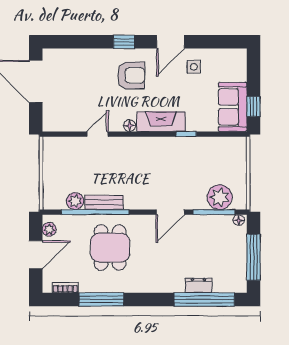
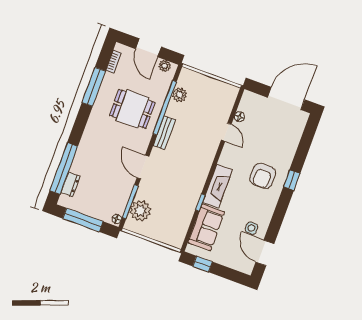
door: (171, 42) -> (265, 253), moved
sofa: (233, 107) -> (206, 227), moved, turned 90
floor lamp: (130, 126) -> (239, 117), moved
bench: (104, 202) -> (164, 133), moved
dresser: (198, 285) -> (71, 184), moved

